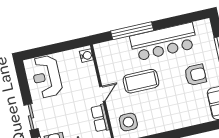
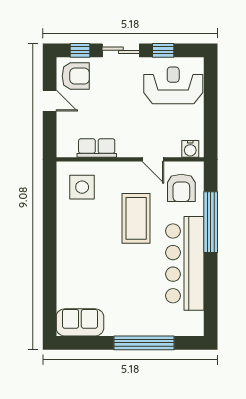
armchair: (195, 75) -> (181, 188), moved
window: (25, 89) -> (163, 50), added
door: (102, 94) -> (153, 159), moved

